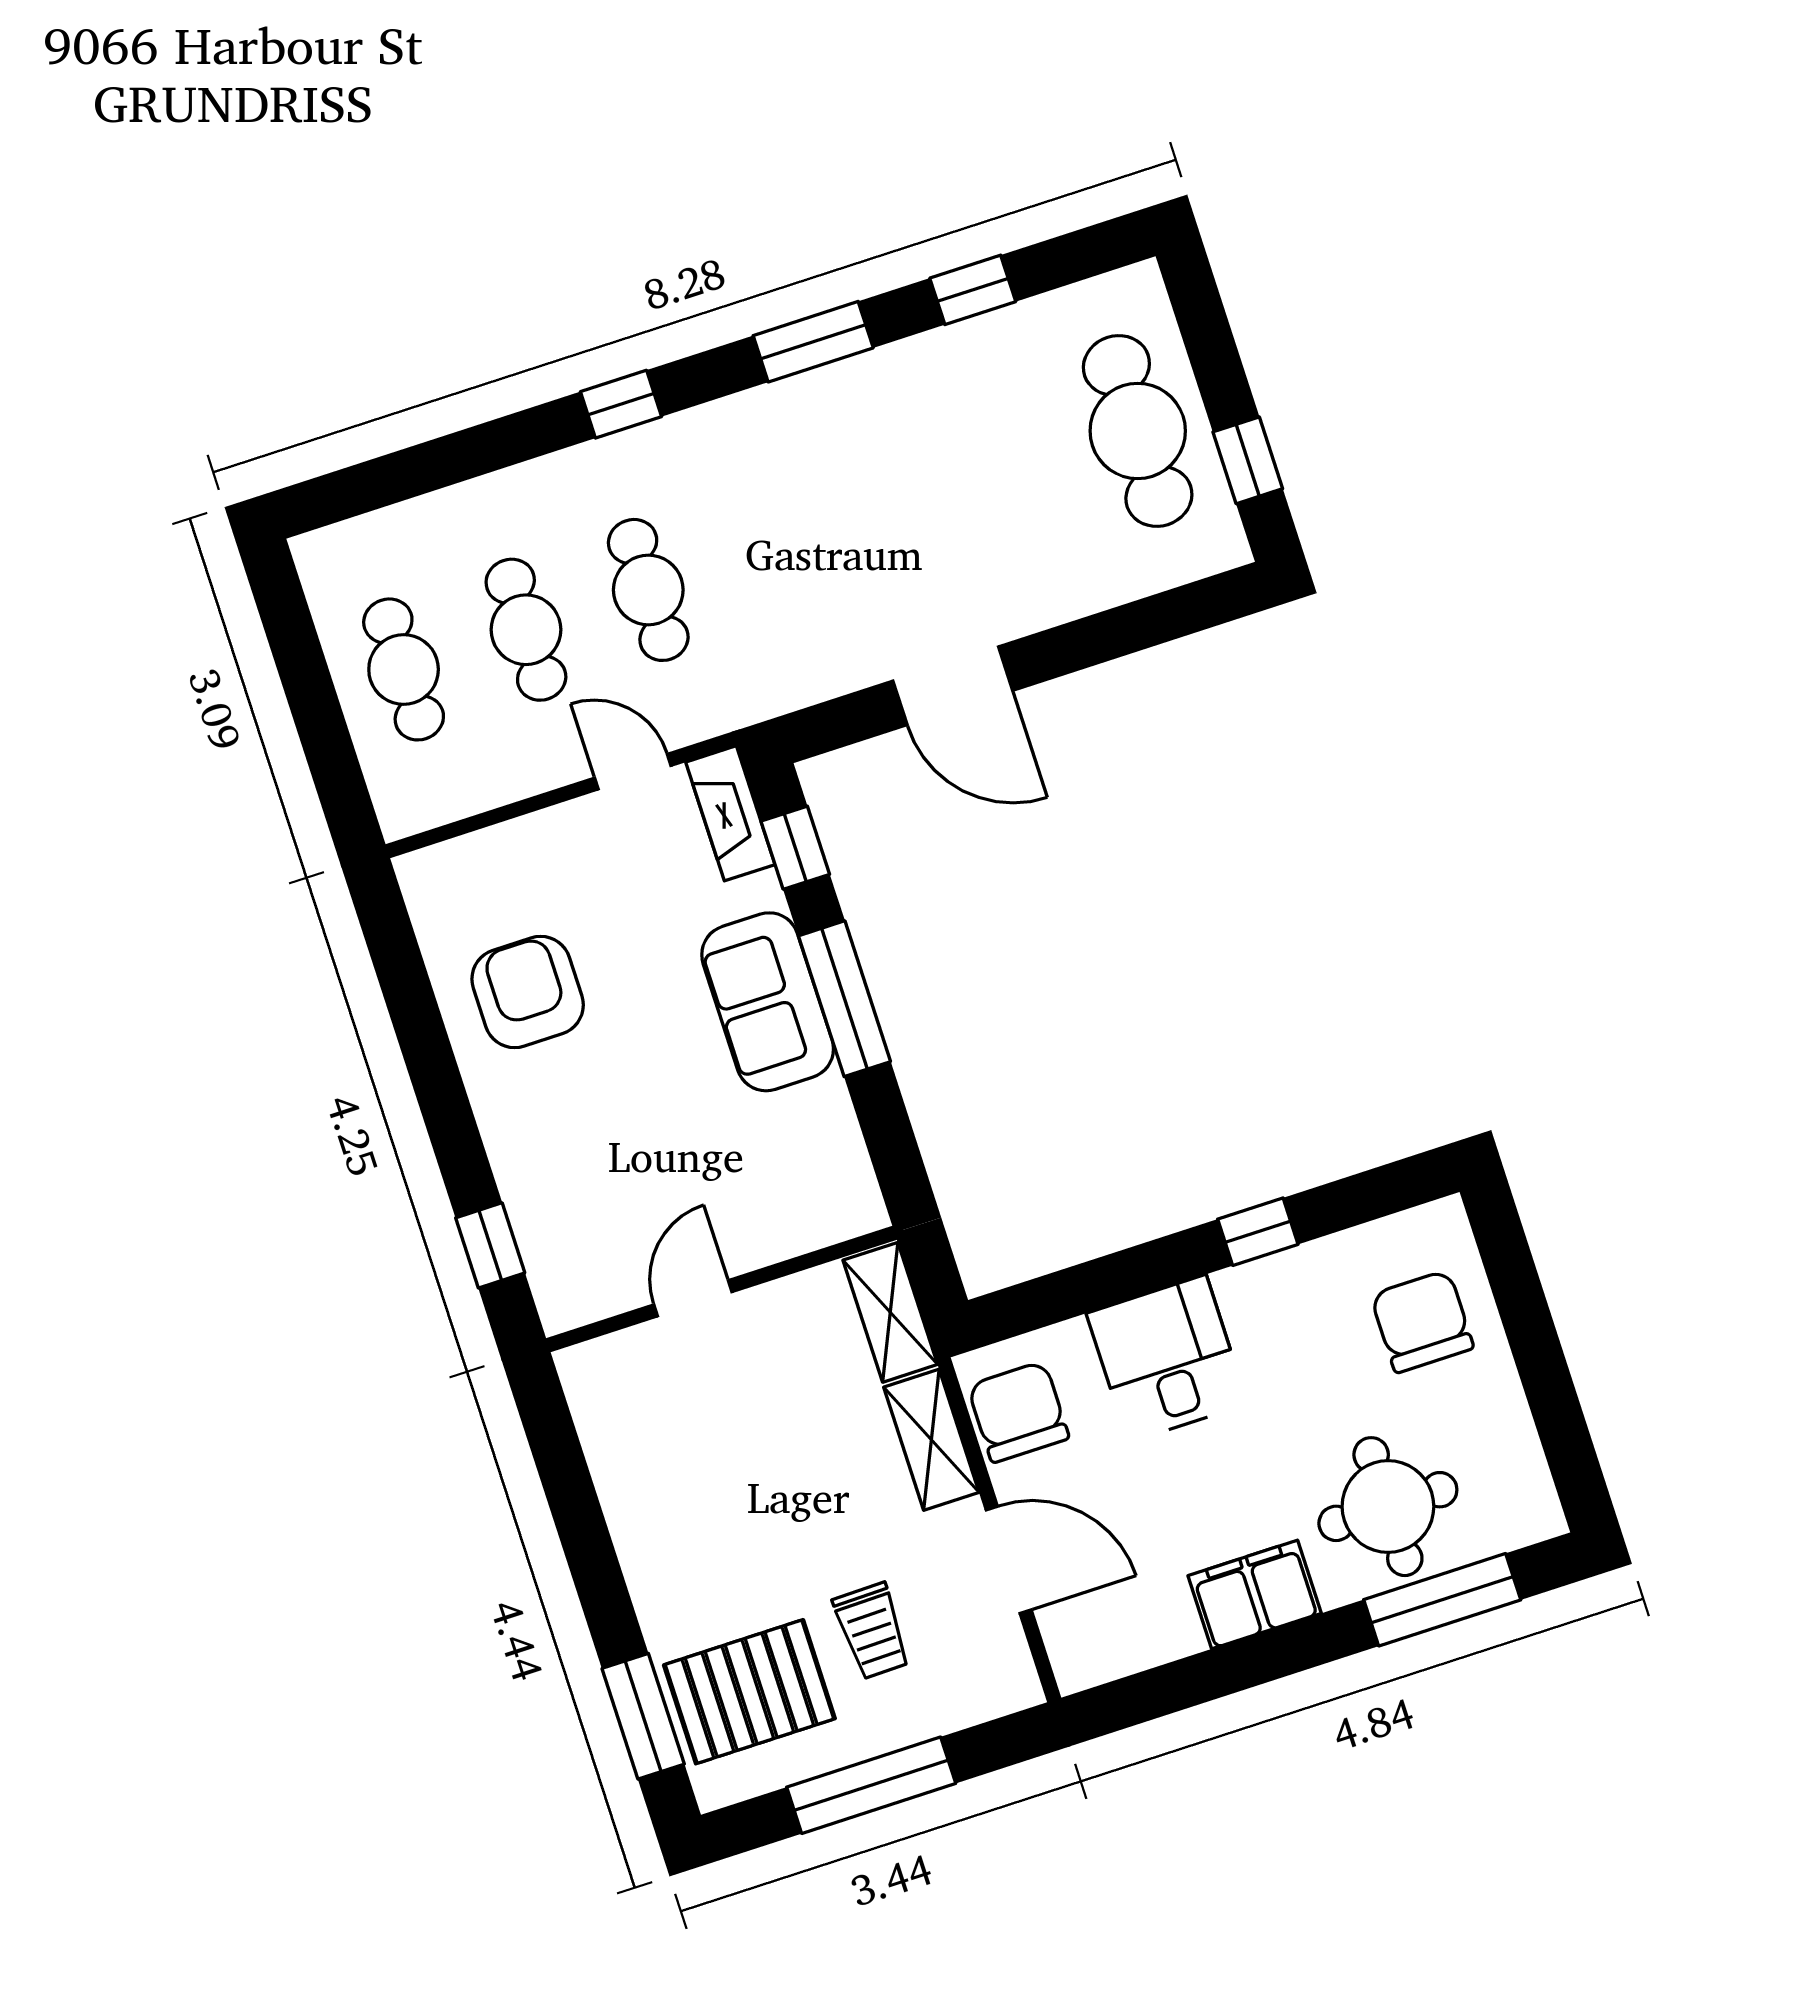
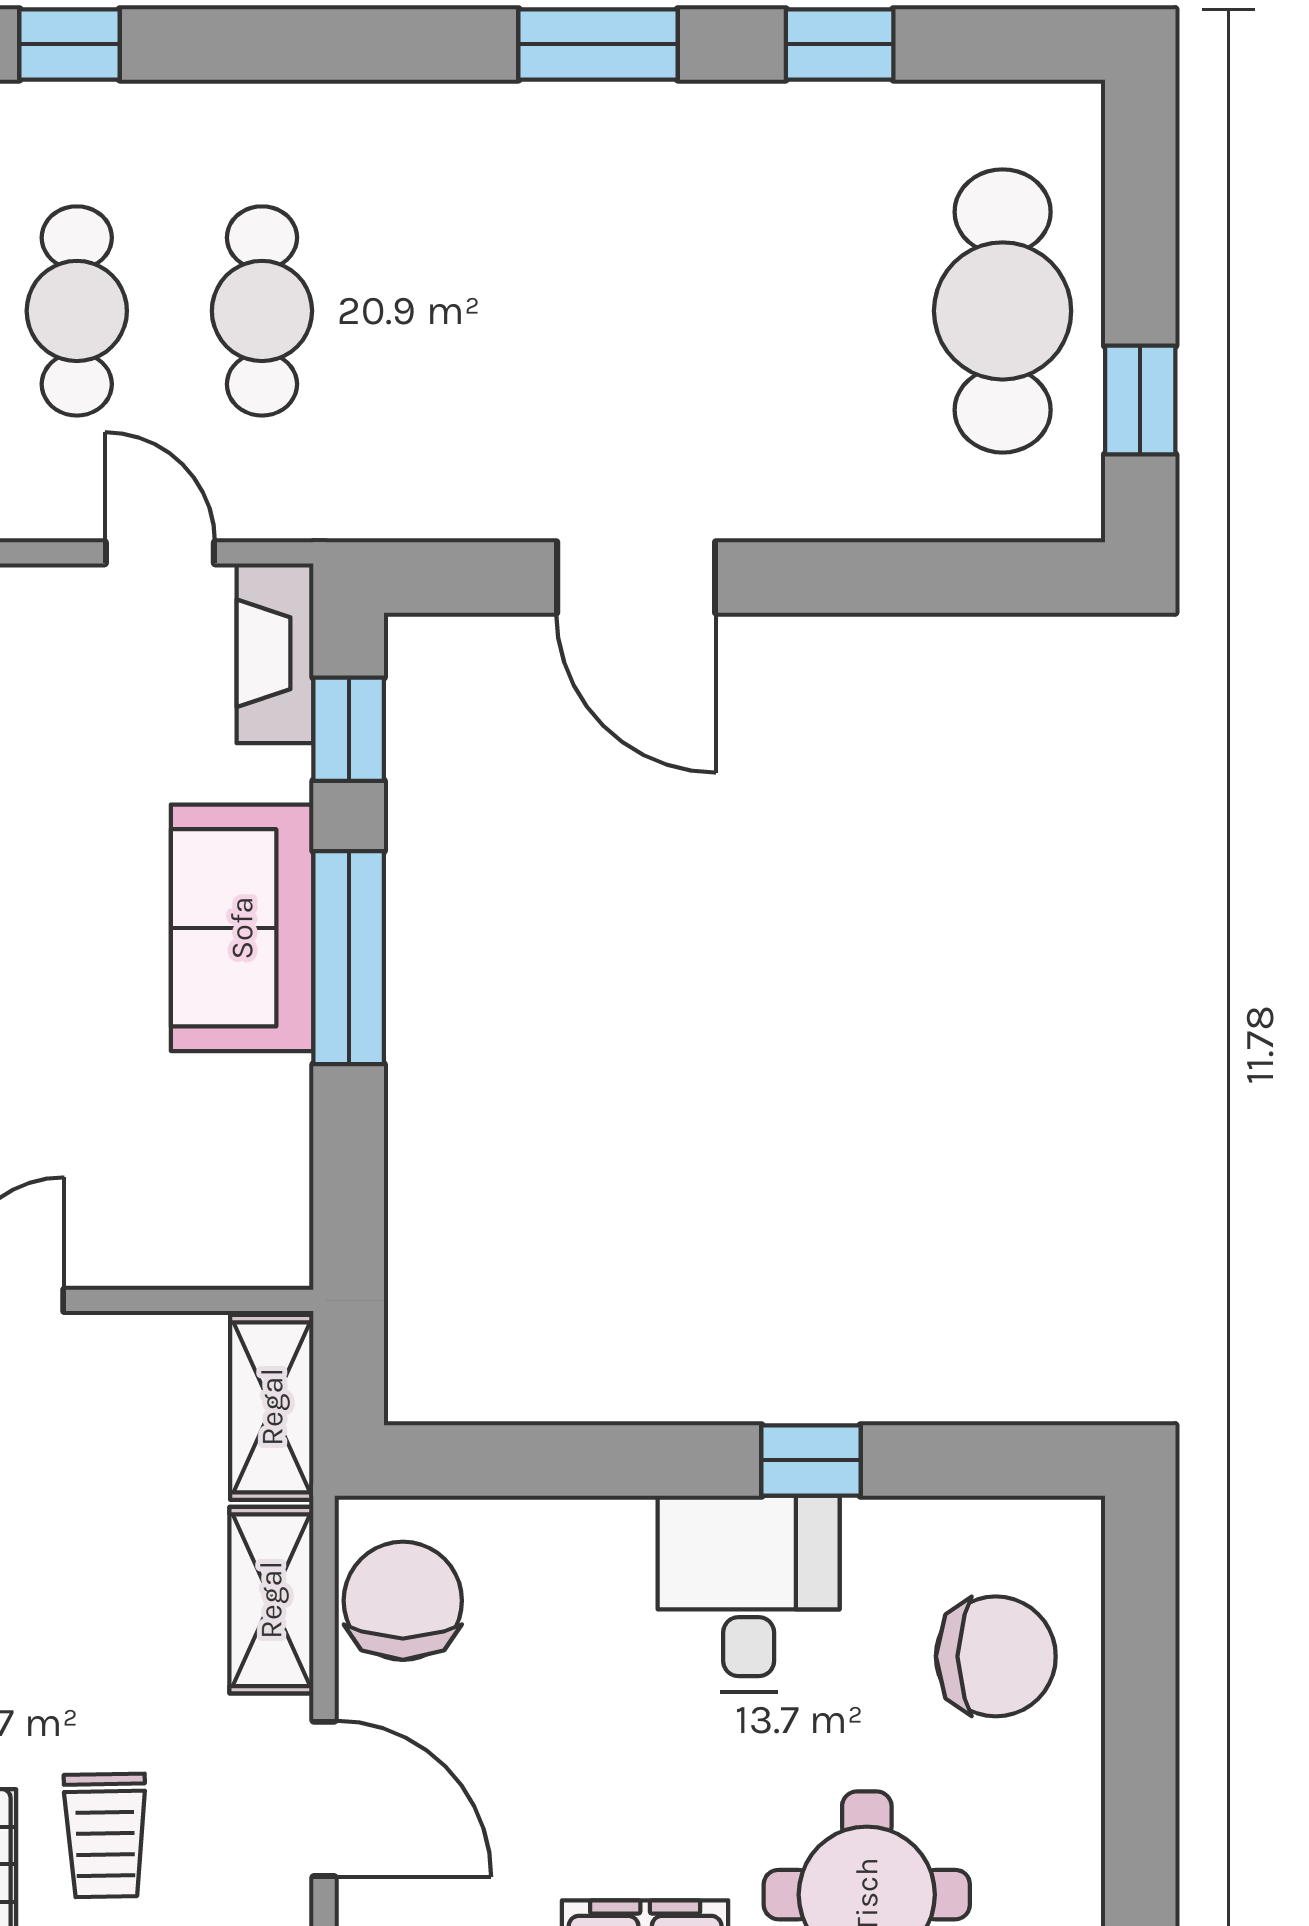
window: (621, 404) -> (70, 44), moved
chair: (1422, 1321) -> (996, 1656), turned 90
desk: (1167, 1359) -> (749, 1594), moved

